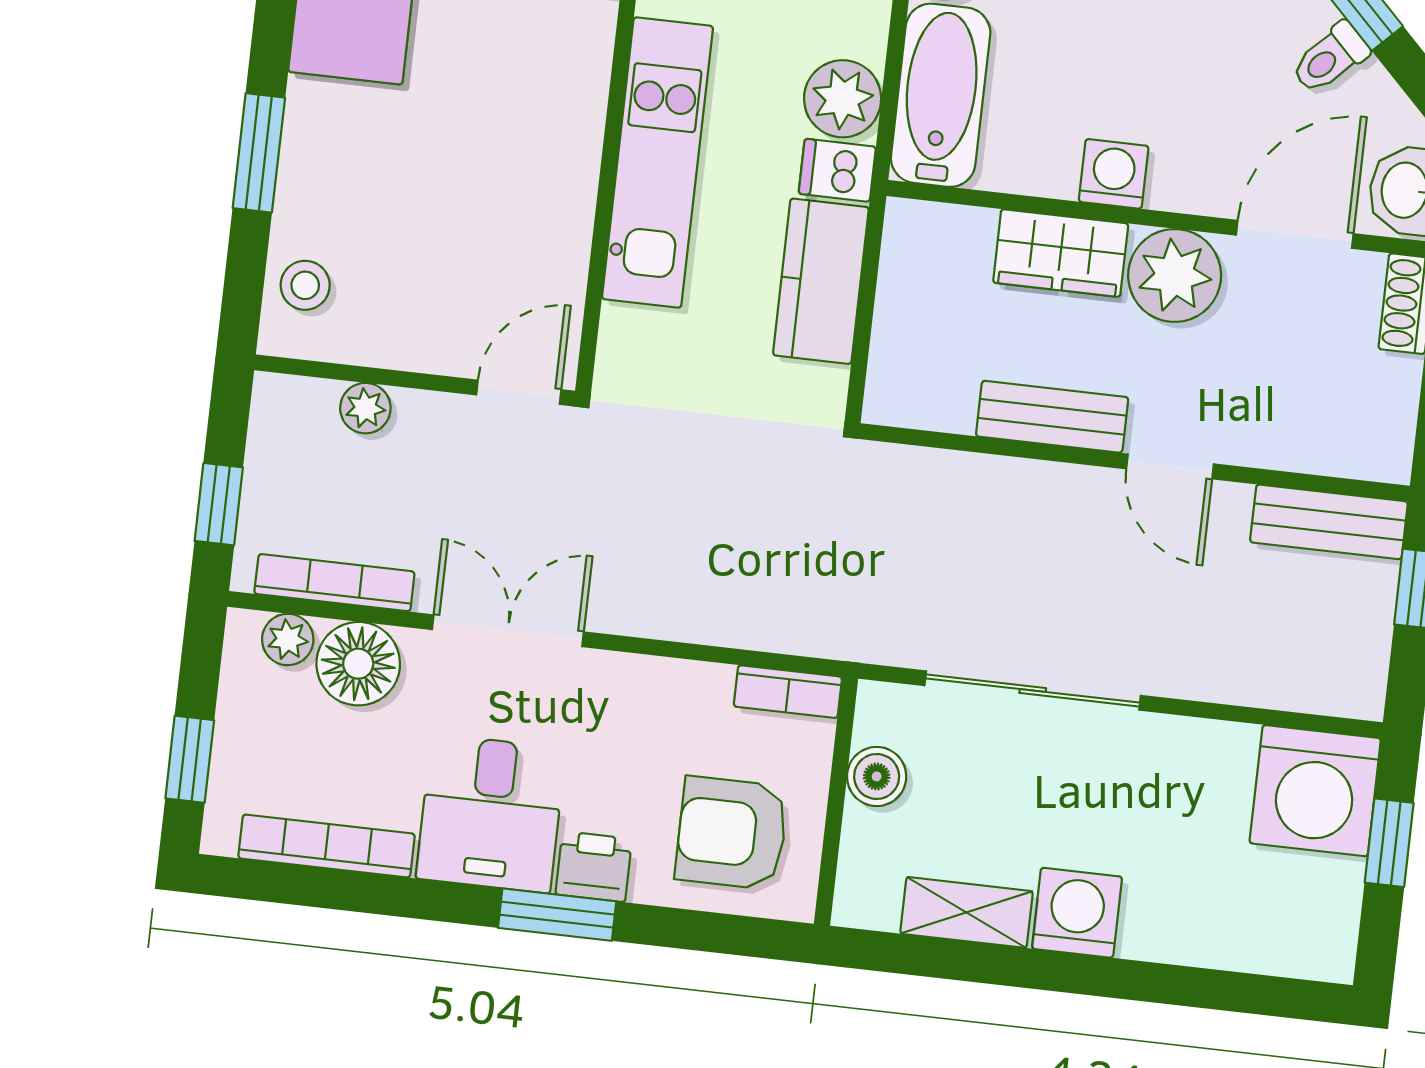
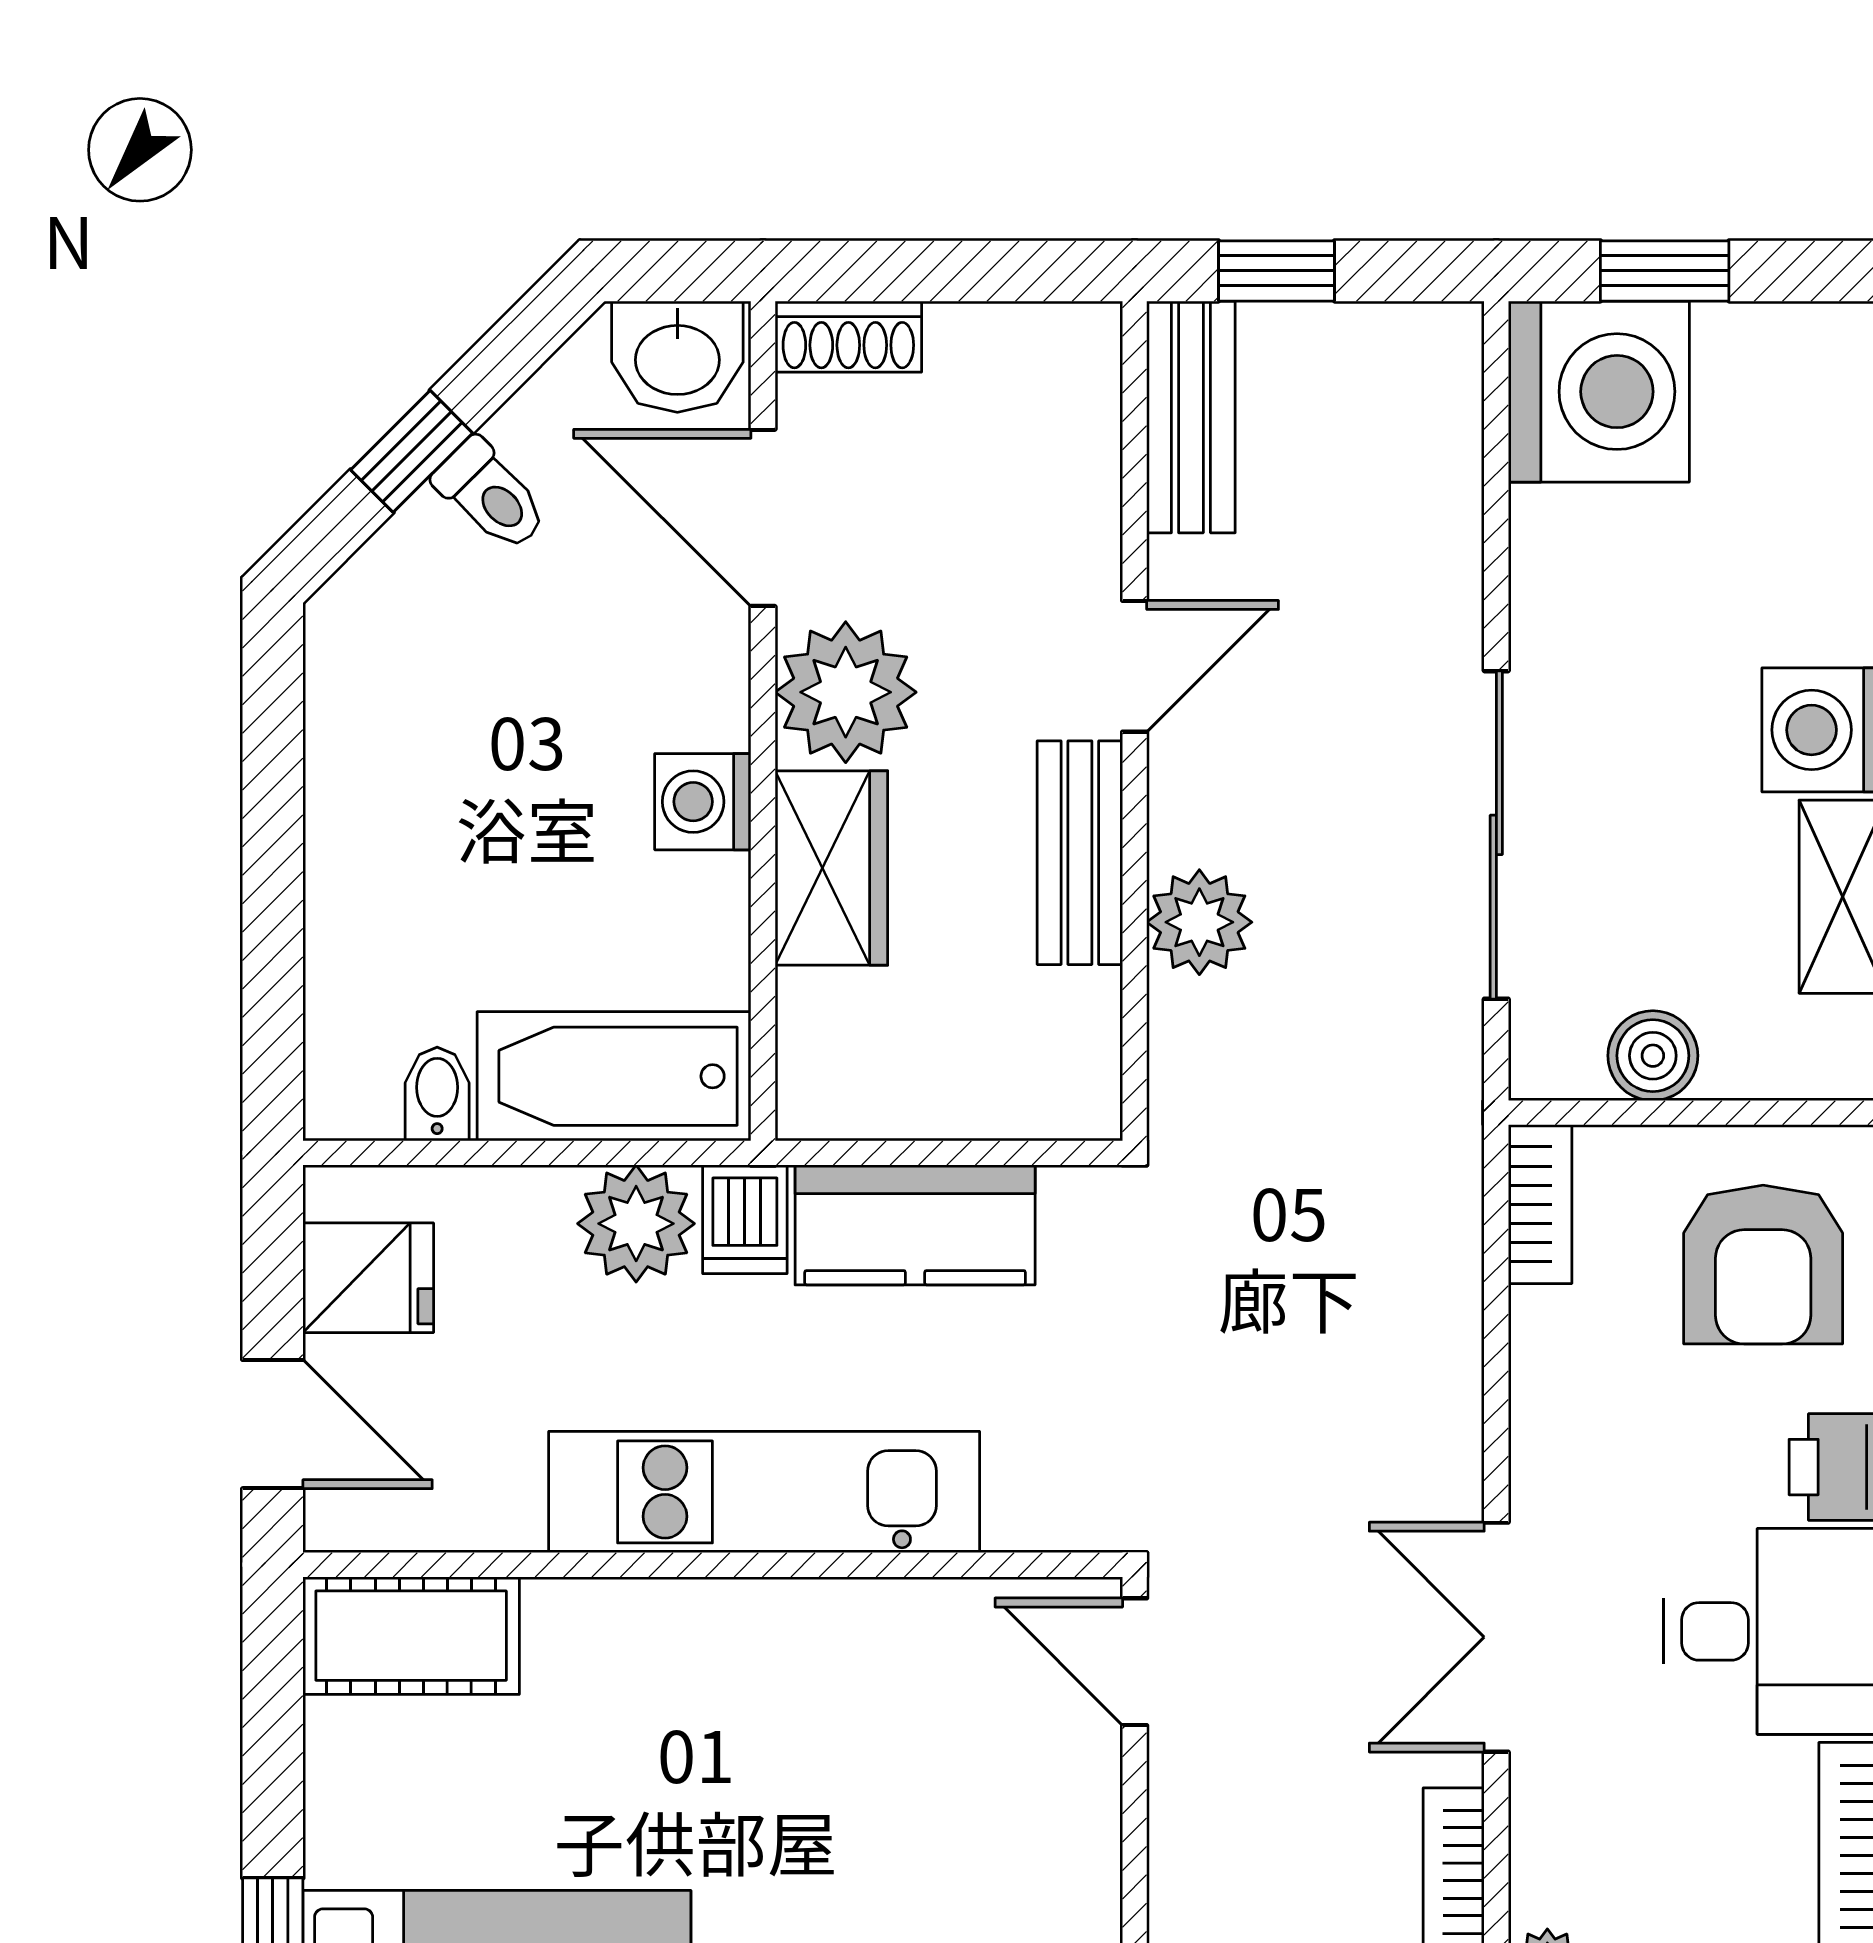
plant: (365, 408) -> (1199, 922), moved, width x1.38, depth x1.38
floor lamp: (358, 664) -> (1572, 1857), removed

